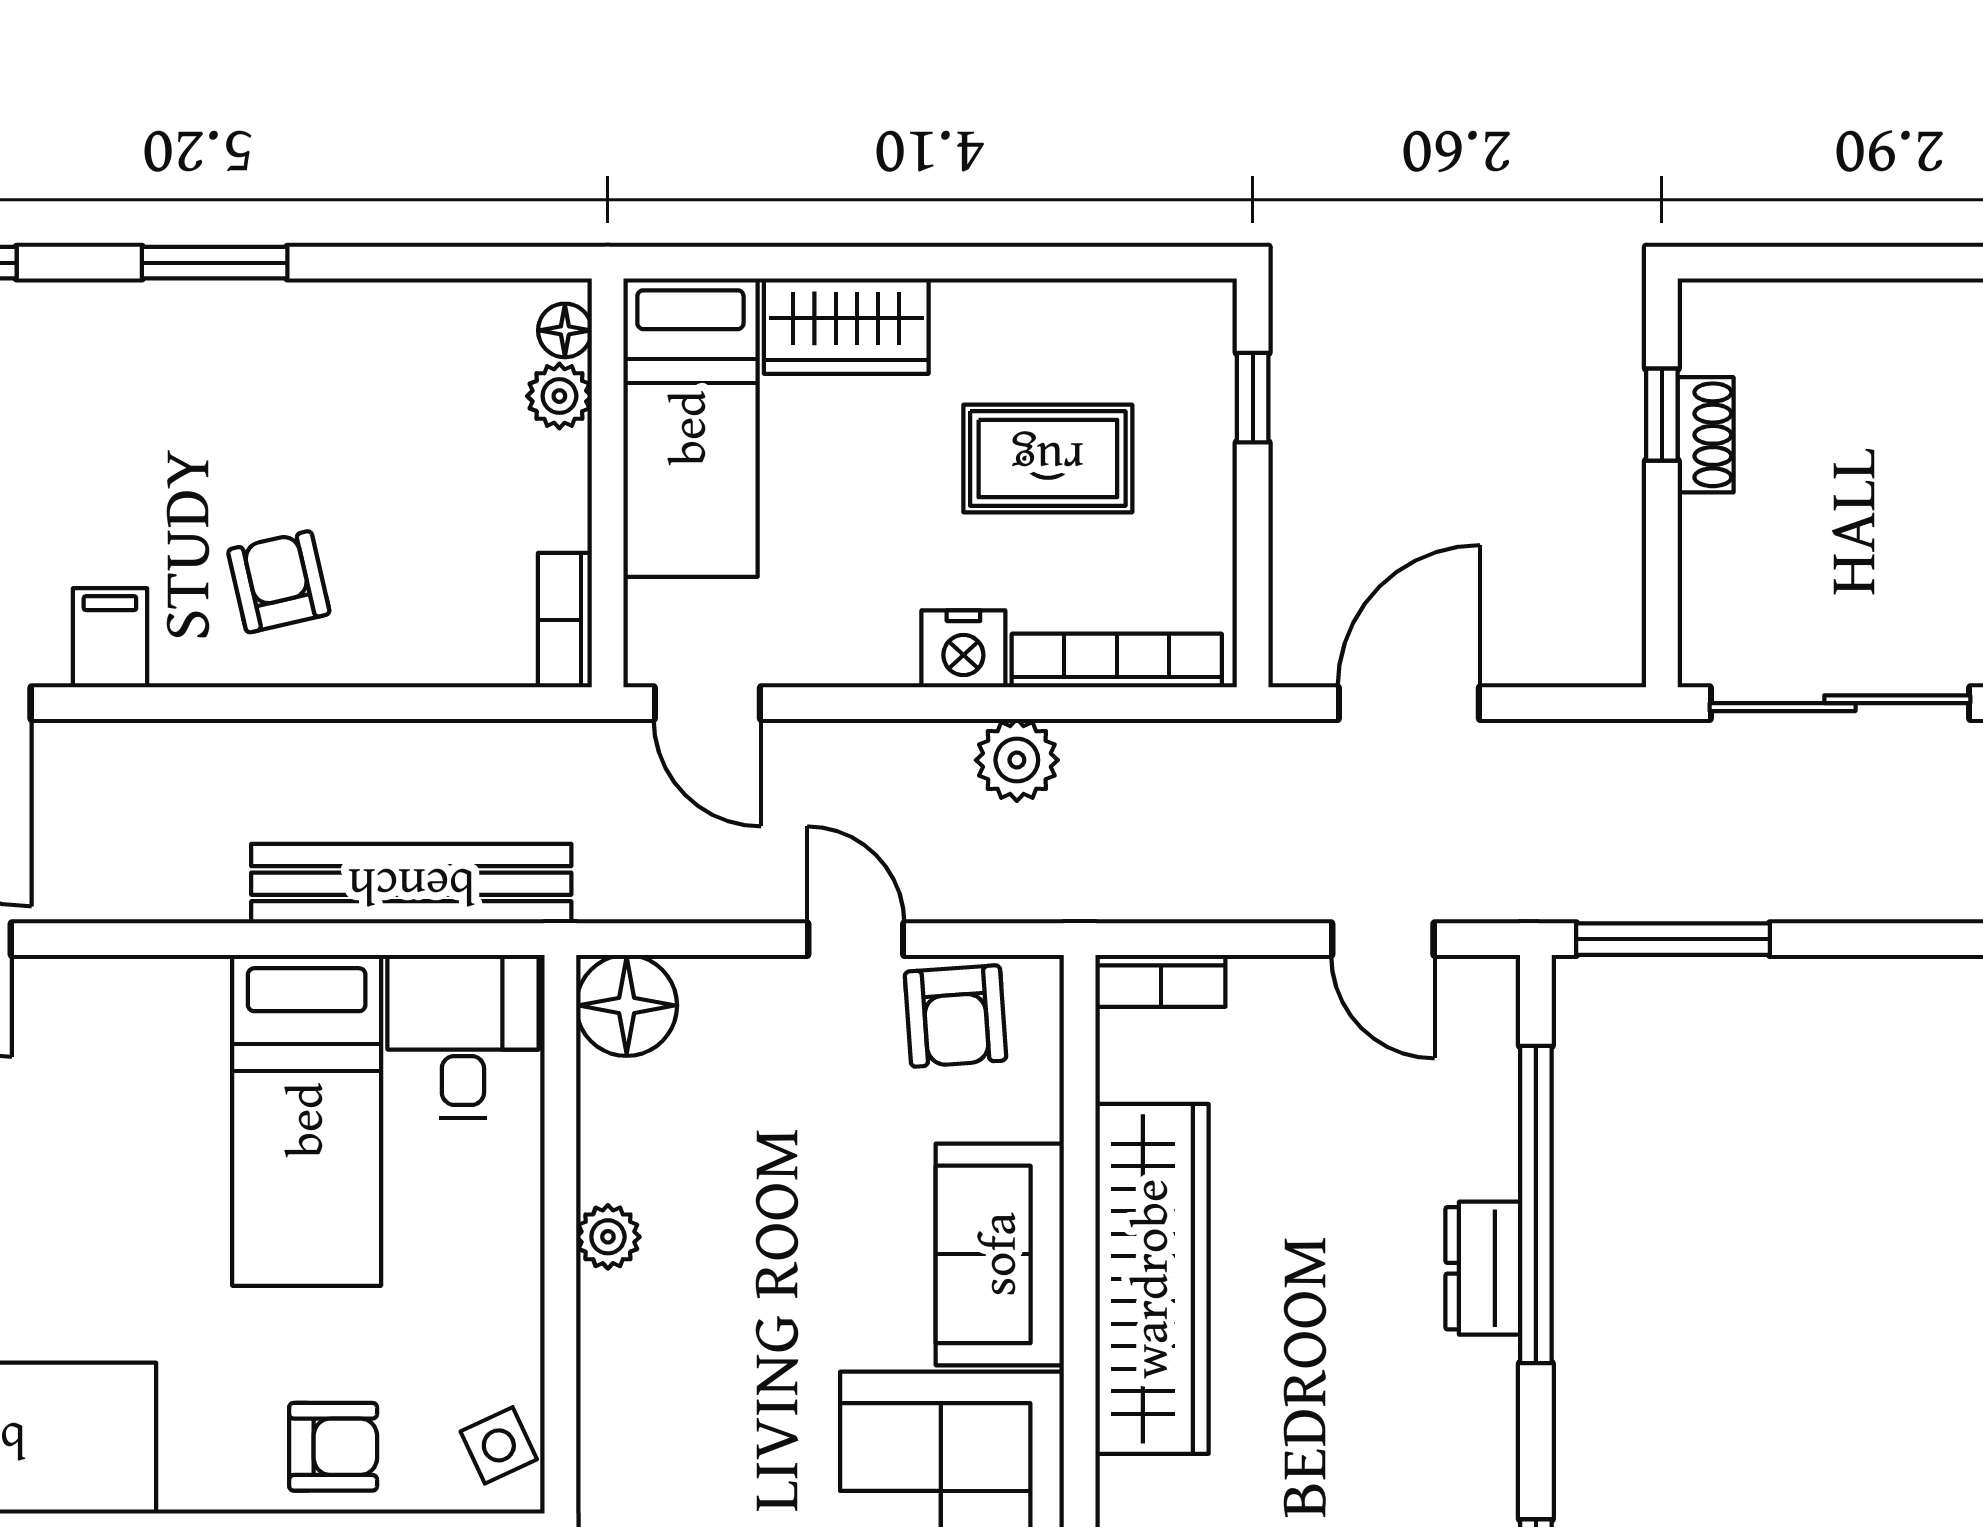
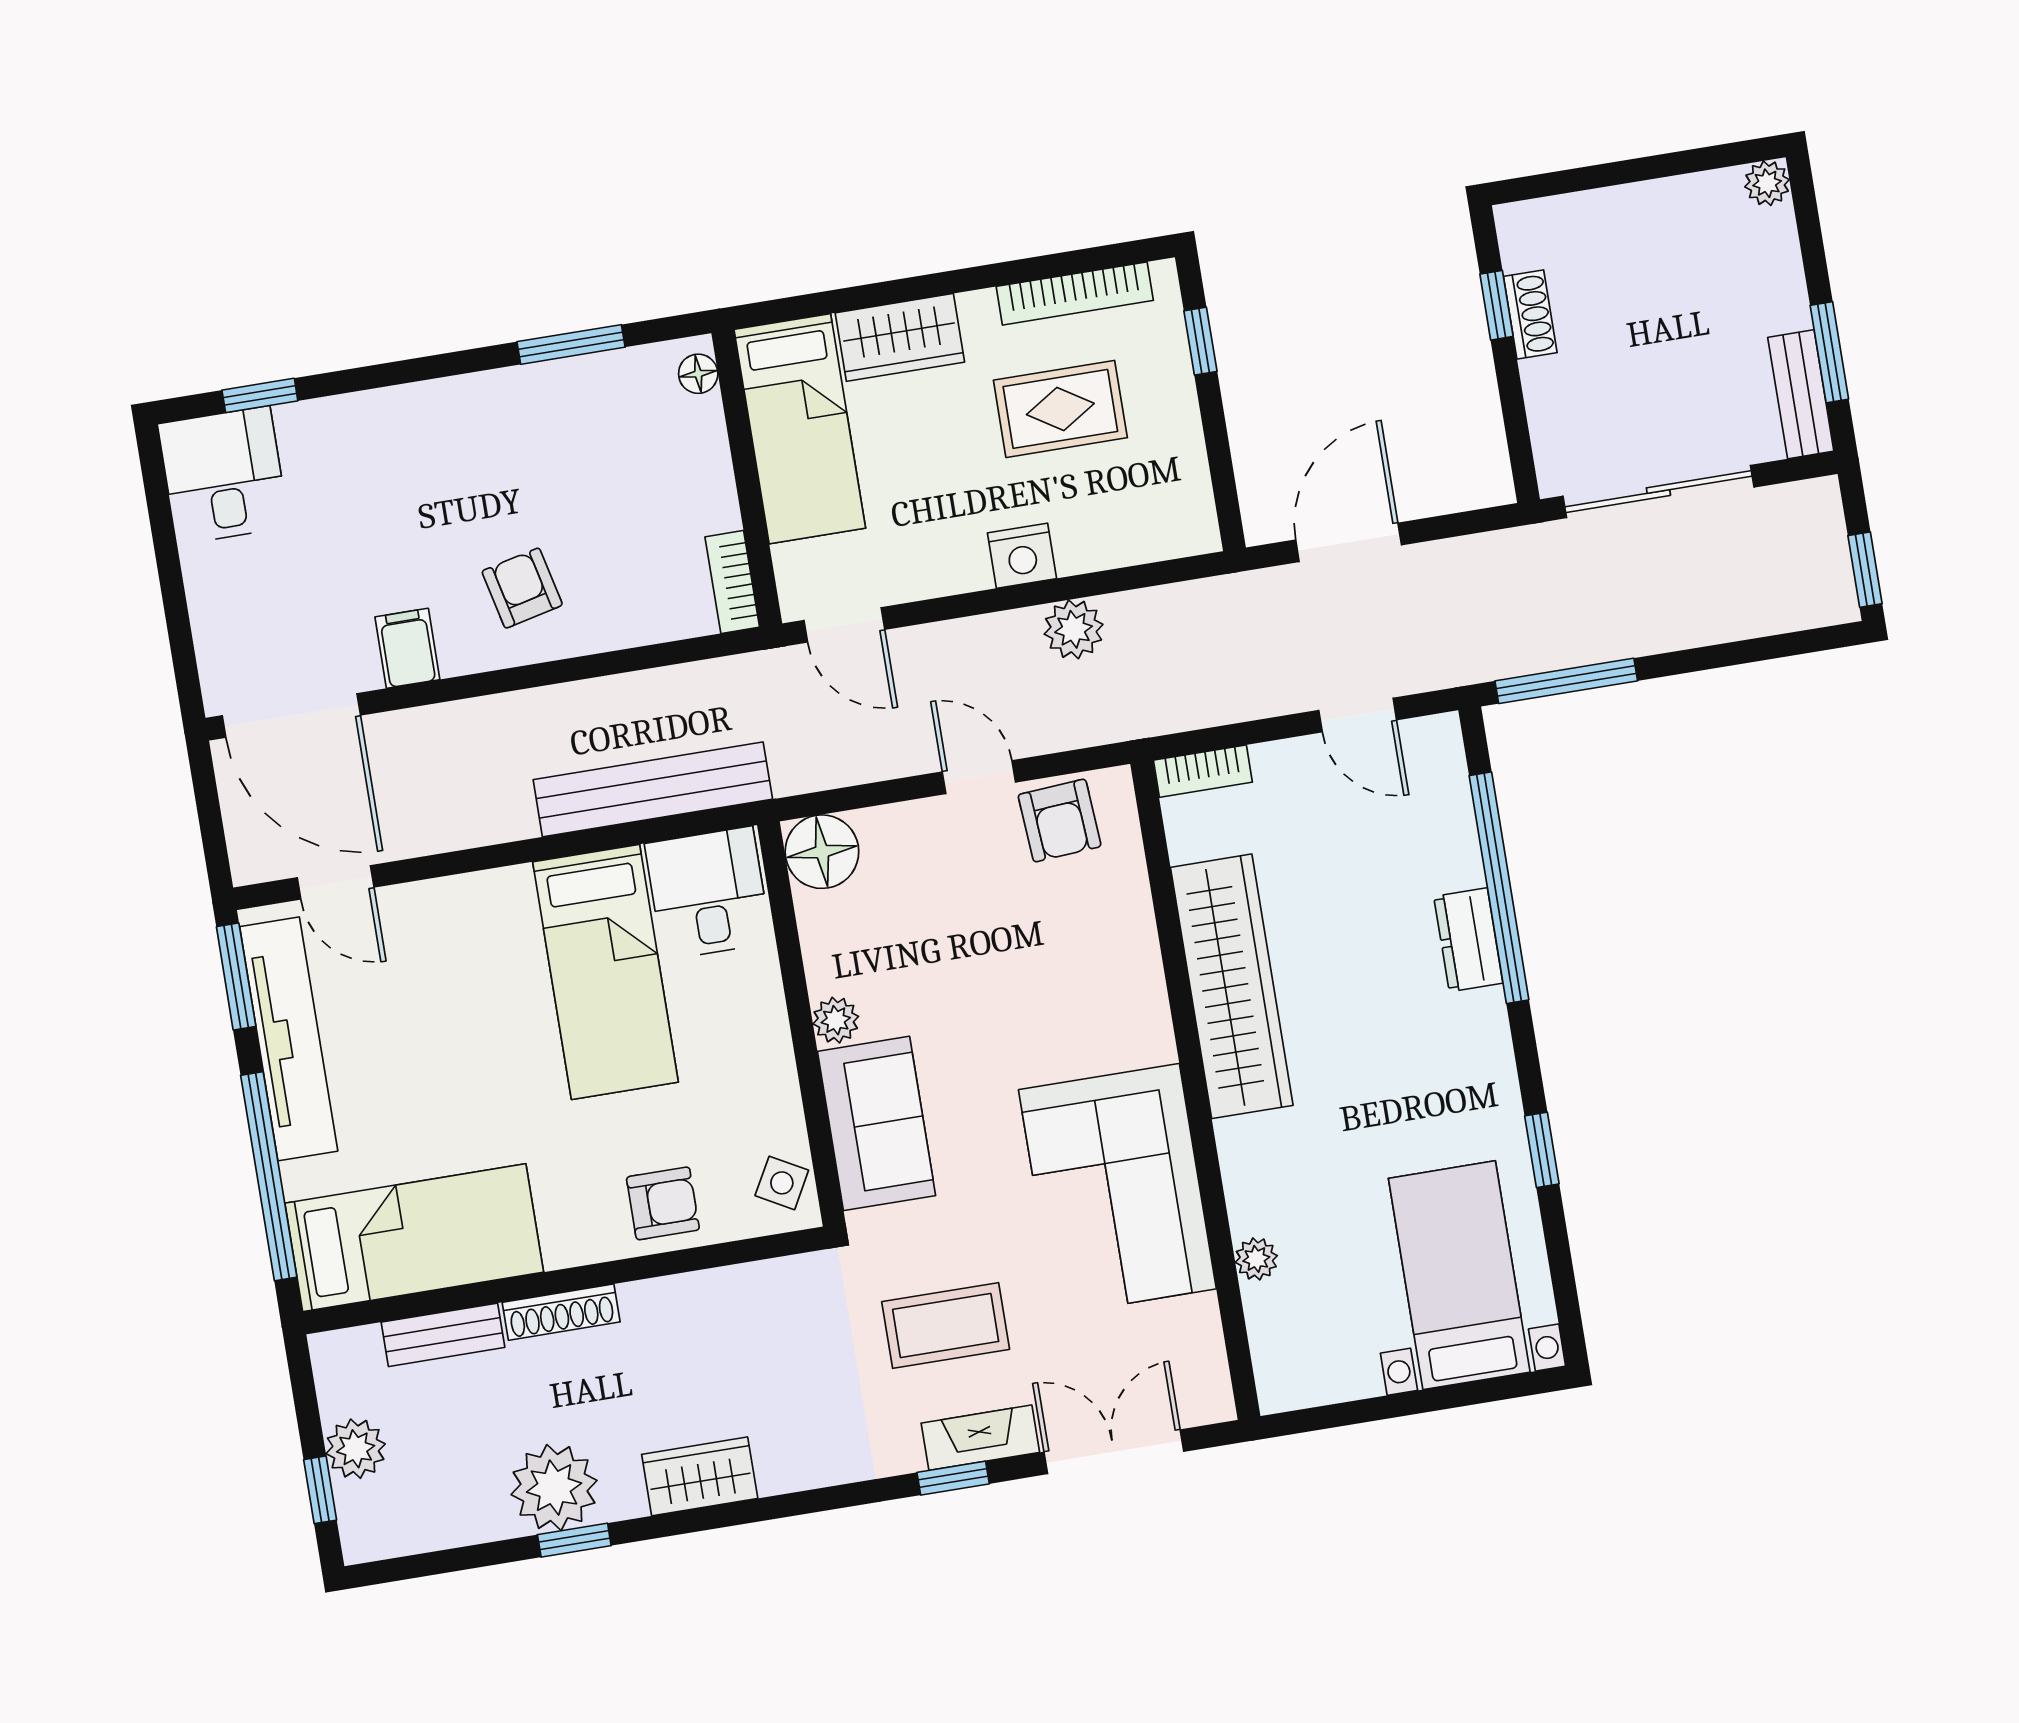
window: (215, 263) -> (571, 344), moved
plant: (559, 396) -> (702, 422), removed
bookcase: (1117, 661) -> (1075, 293), moved, turned 180
sofa: (1000, 1254) -> (876, 1123), moved, turned 180
side table: (499, 1445) -> (782, 1183), turned -36

